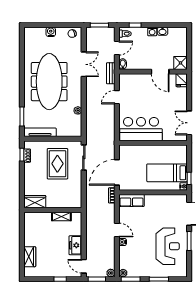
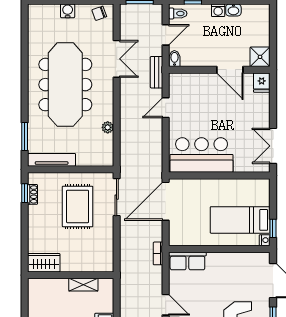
door: (117, 172) -> (166, 201), moved

